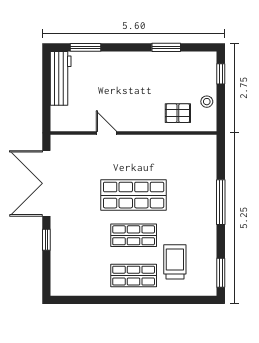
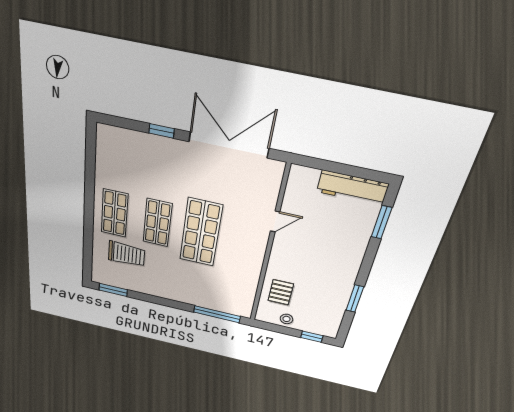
window: (221, 202) -> (217, 314), moved

